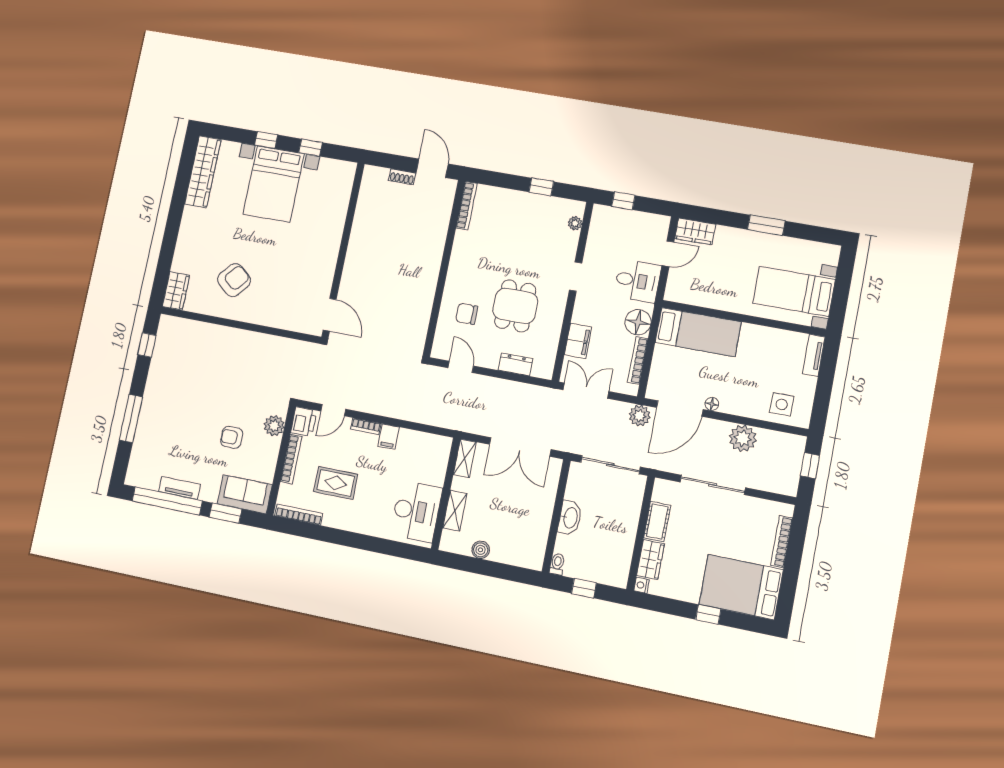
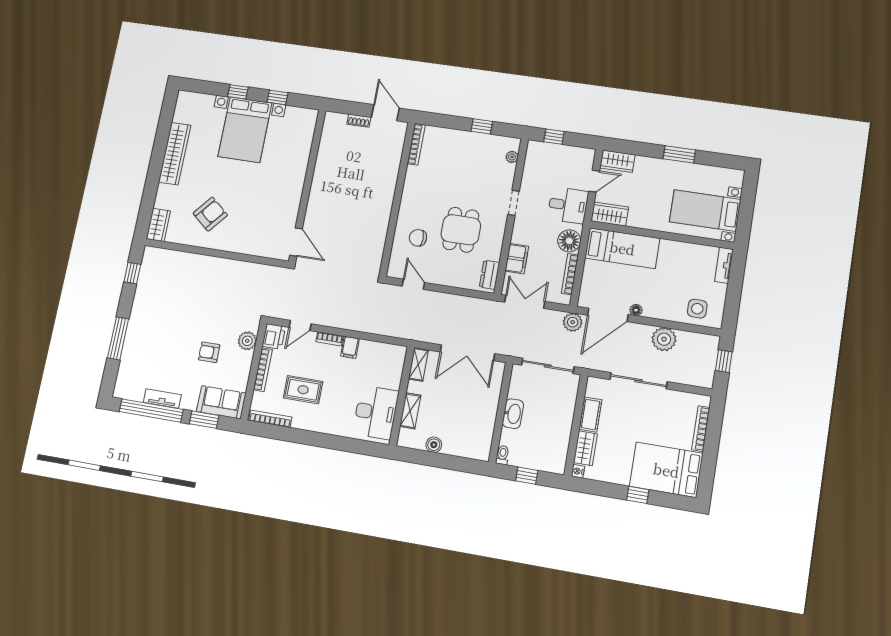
wardrobe: (203, 172) -> (175, 154), moved
wardrobe: (685, 292) -> (610, 214), added
dresser: (515, 364) -> (490, 275), moved, turned -90

